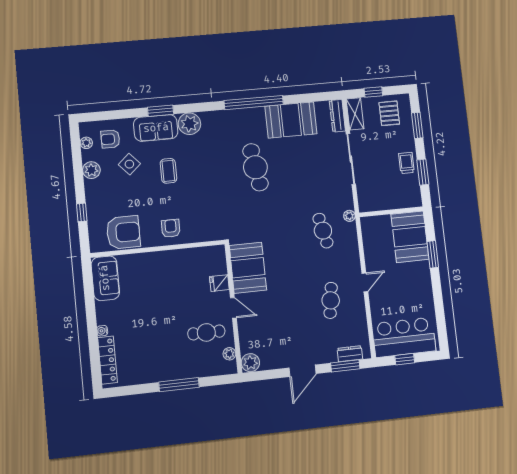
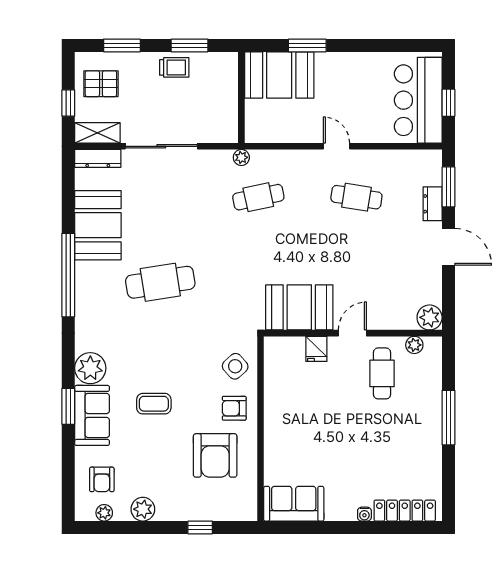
trolley: (406, 163) -> (174, 67), turned 180
side table: (129, 164) -> (235, 366), moved
armchair: (123, 232) -> (215, 455), moved, turned 180
dresser: (350, 354) -> (433, 204), moved

